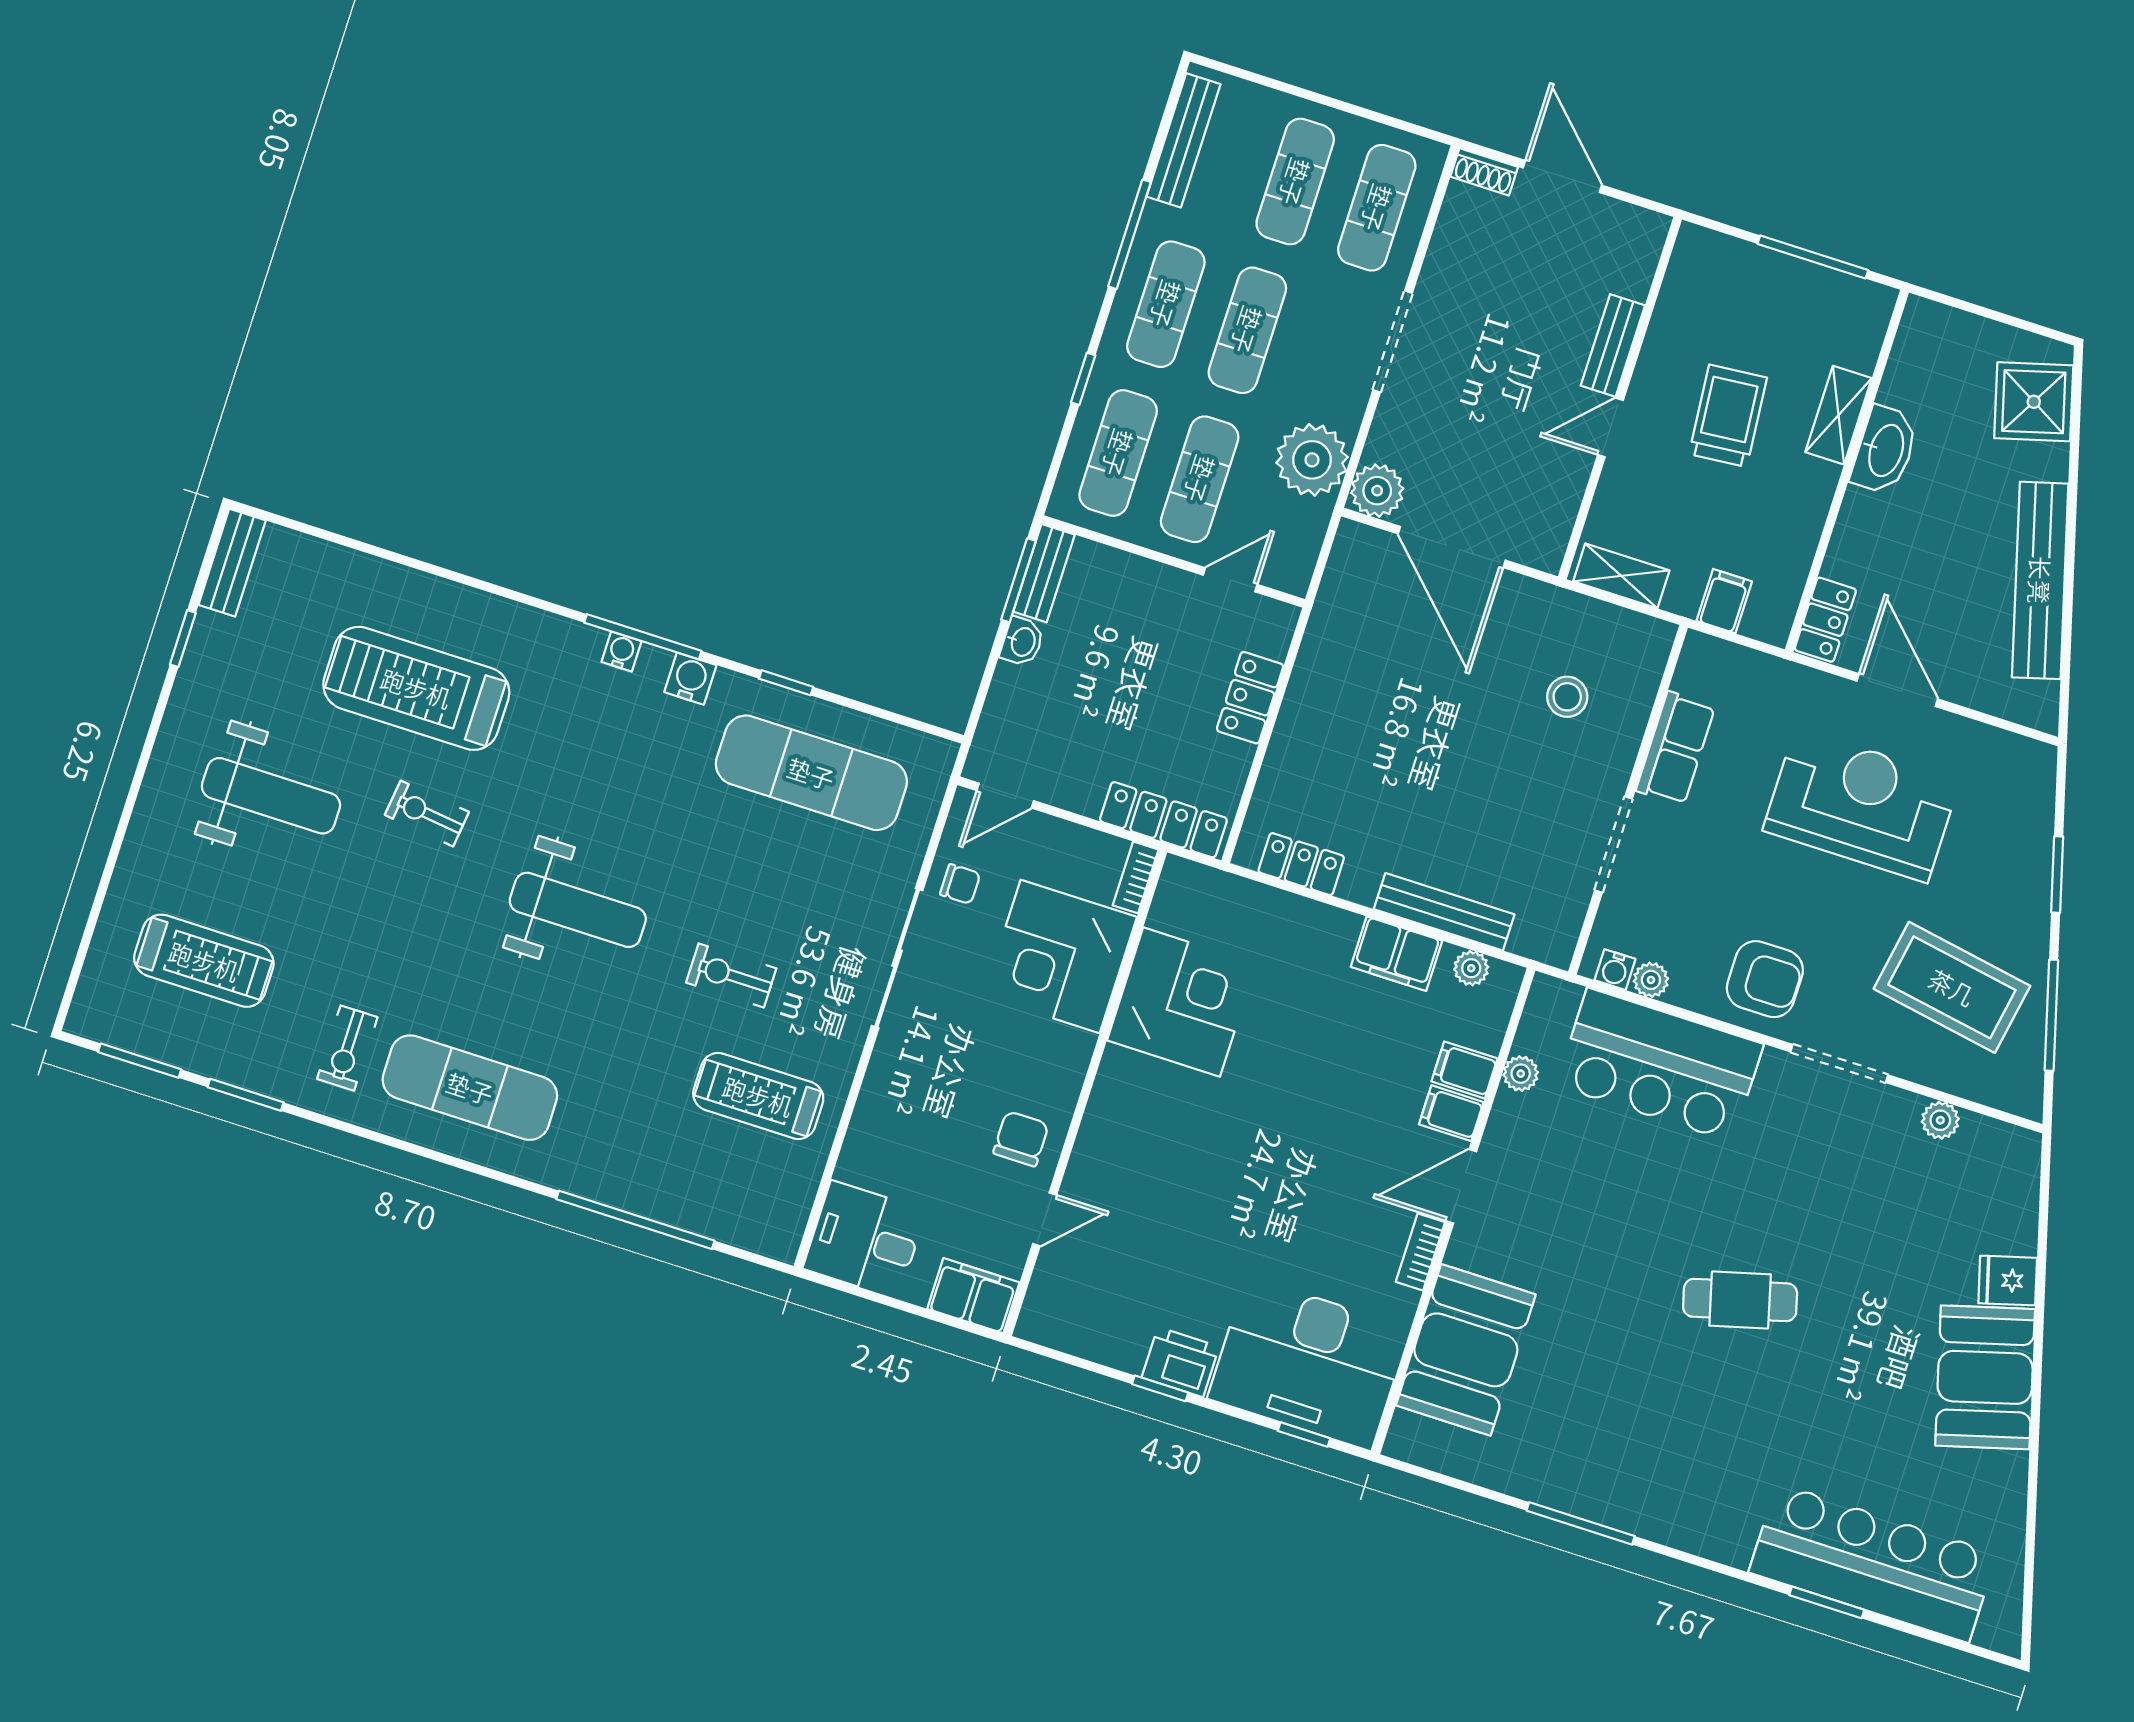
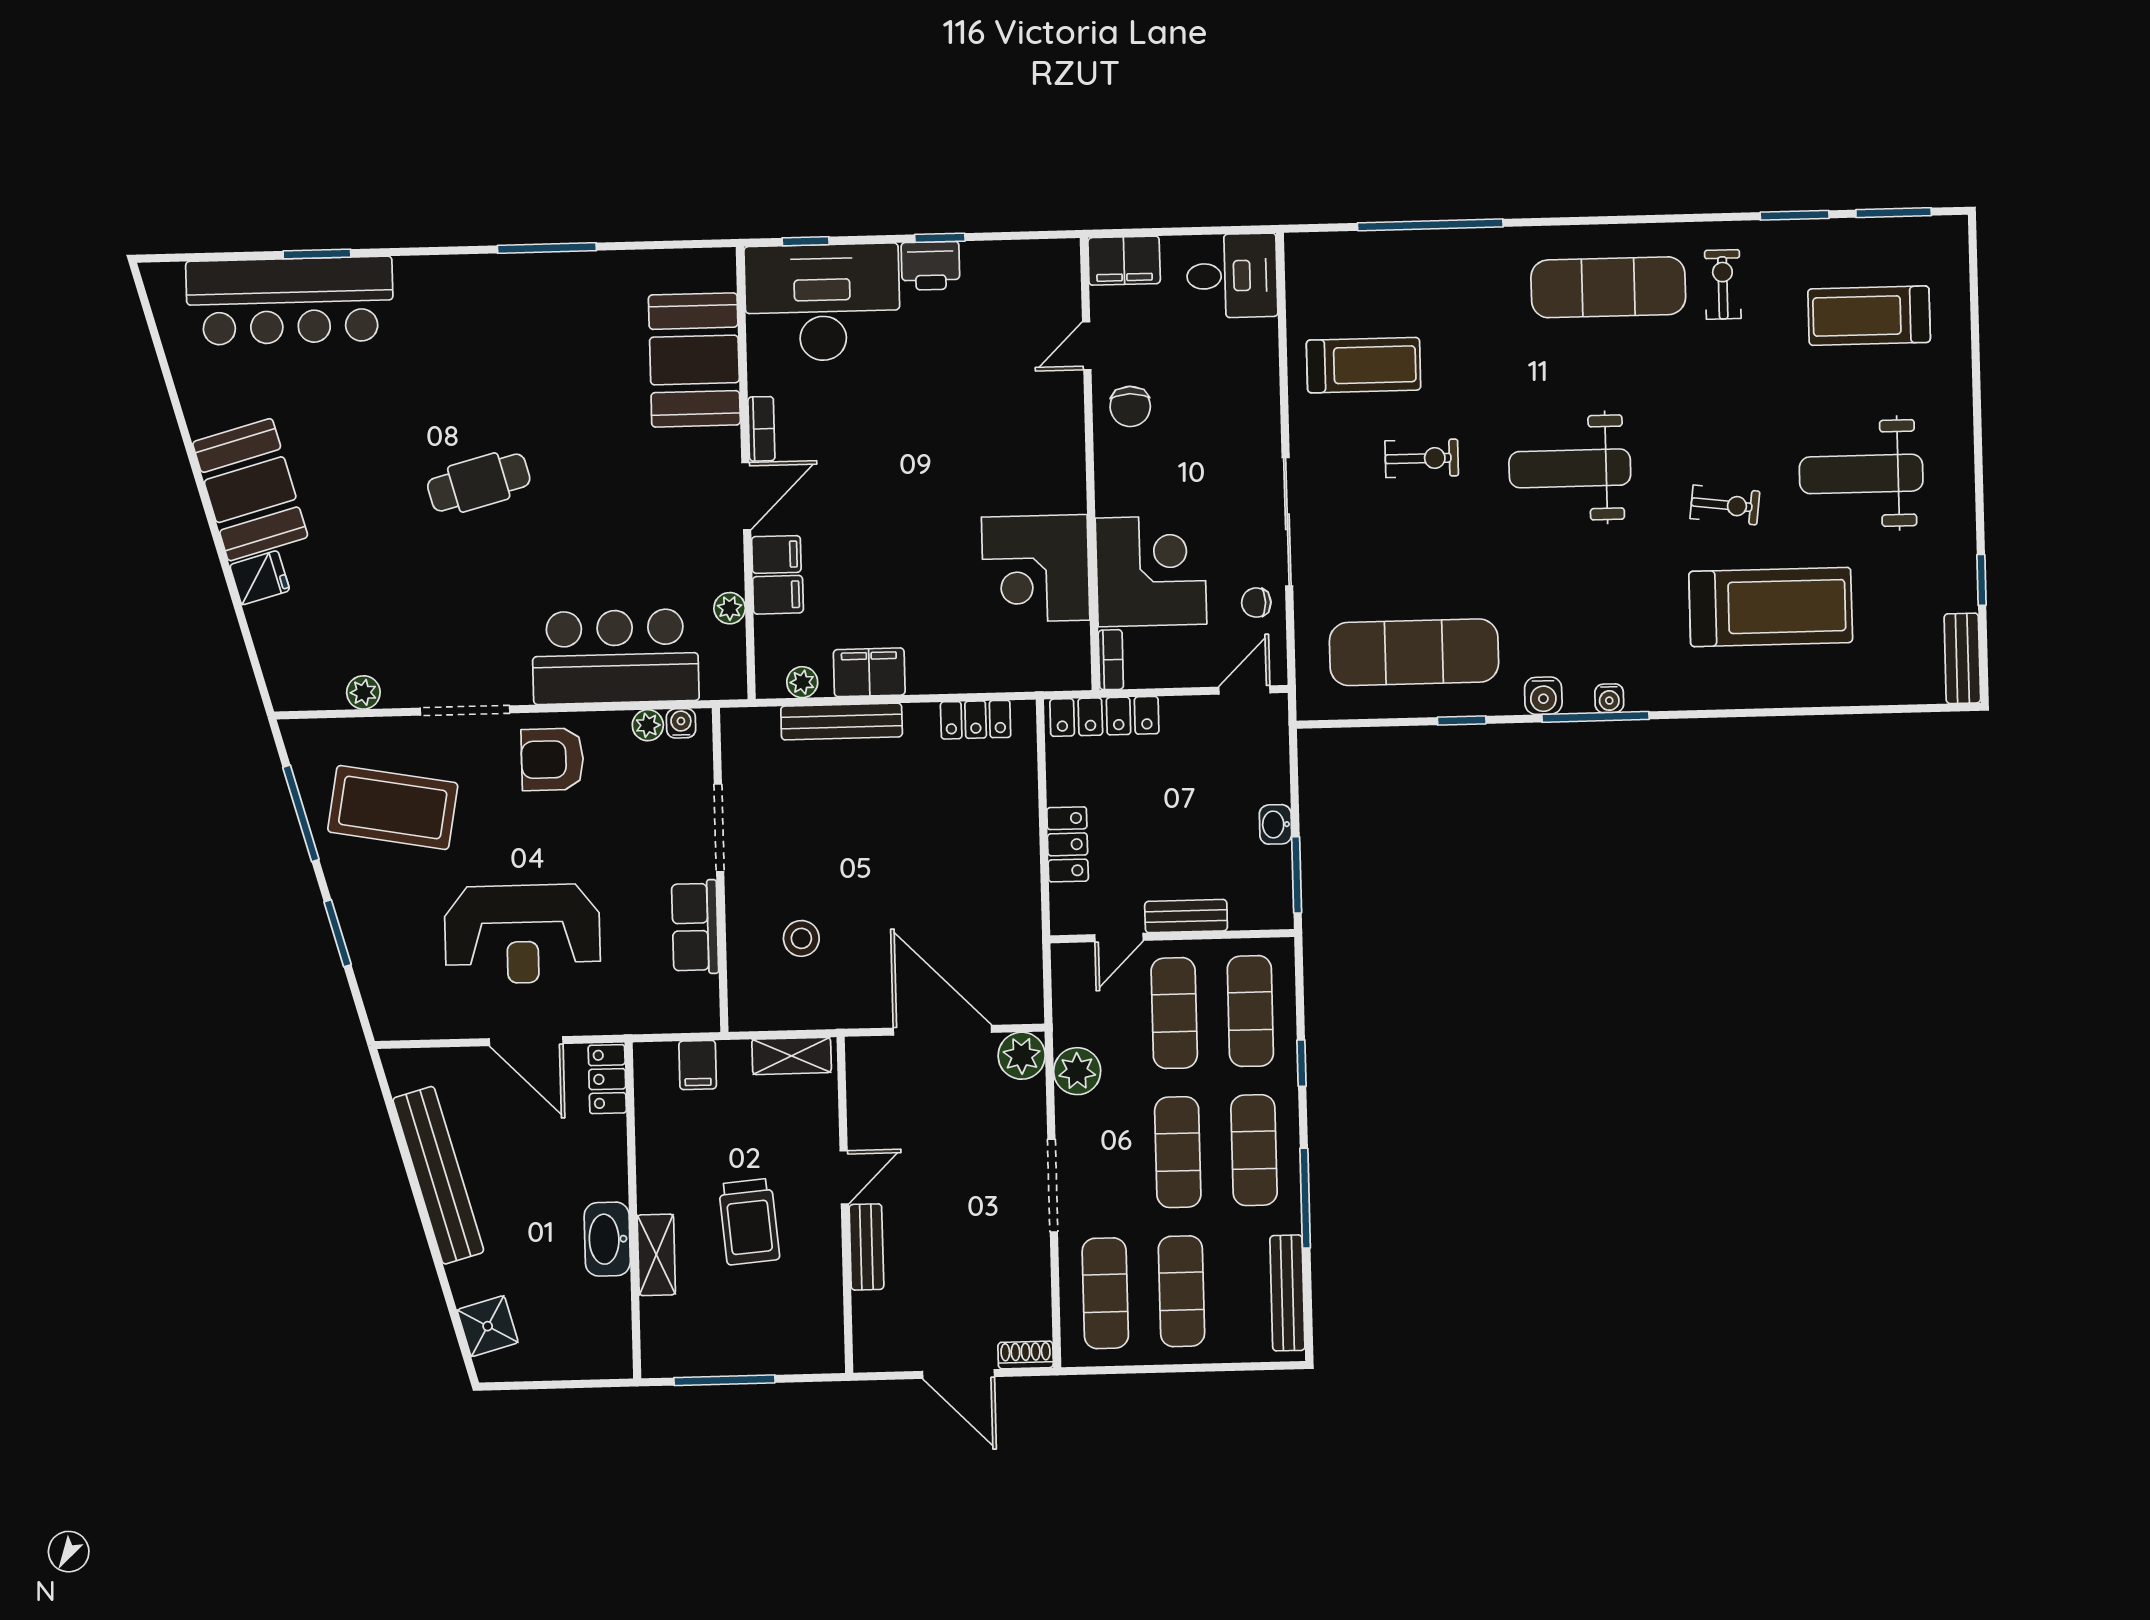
shower: (2034, 402) -> (488, 1326), width x0.73, depth x0.73
plant: (1312, 460) -> (1077, 1071), width x0.73, depth x0.73
bench: (1044, 573) -> (1186, 916), moved, turned 90

